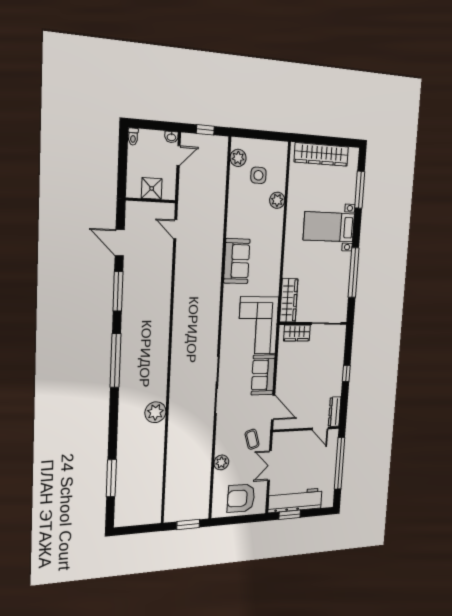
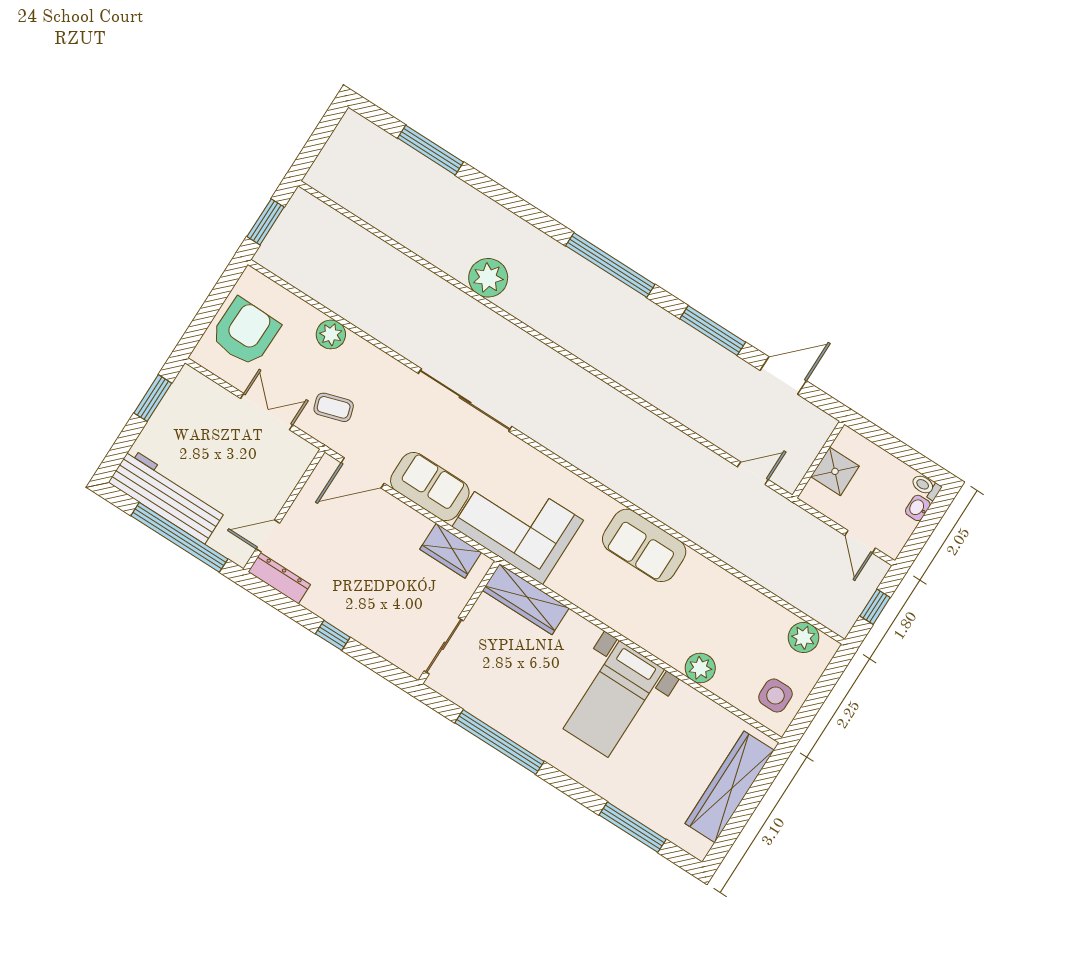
washbasin: (171, 137) -> (918, 508), moved
side table: (258, 175) -> (775, 696), moved
bed with nightstands: (329, 227) -> (614, 699), moved, turned 180
wardrobe: (297, 333) -> (451, 551), moved, turned -90
workbench: (295, 500) -> (168, 496), moved, turned -90

